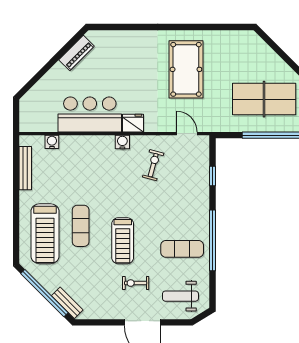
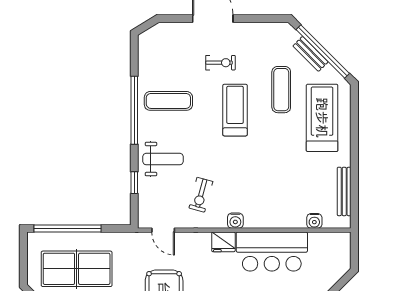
exercise mat: (81, 226) -> (281, 90), moved
weight bench: (180, 296) -> (163, 159), moved
bench: (67, 303) -> (311, 54), moved

